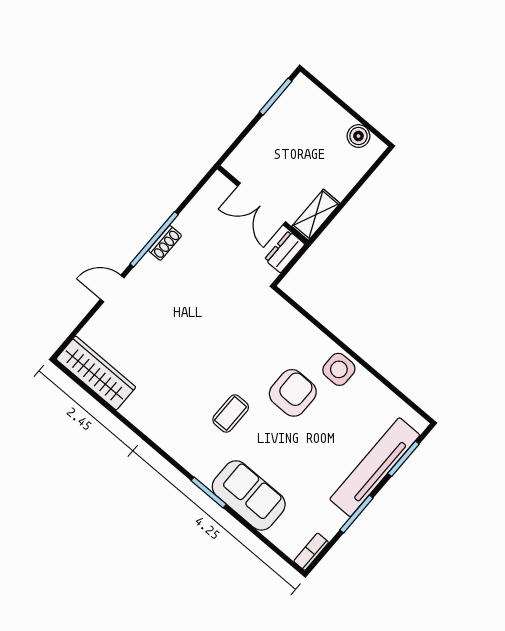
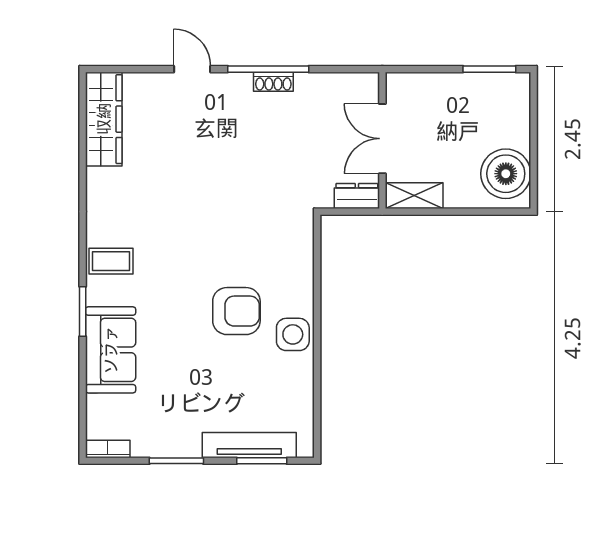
boiler: (358, 136) -> (506, 174), width x1.86, depth x1.86
coffee table: (231, 413) -> (111, 261), moved
tv unit: (375, 467) -> (249, 445), width x0.73, depth x0.78

